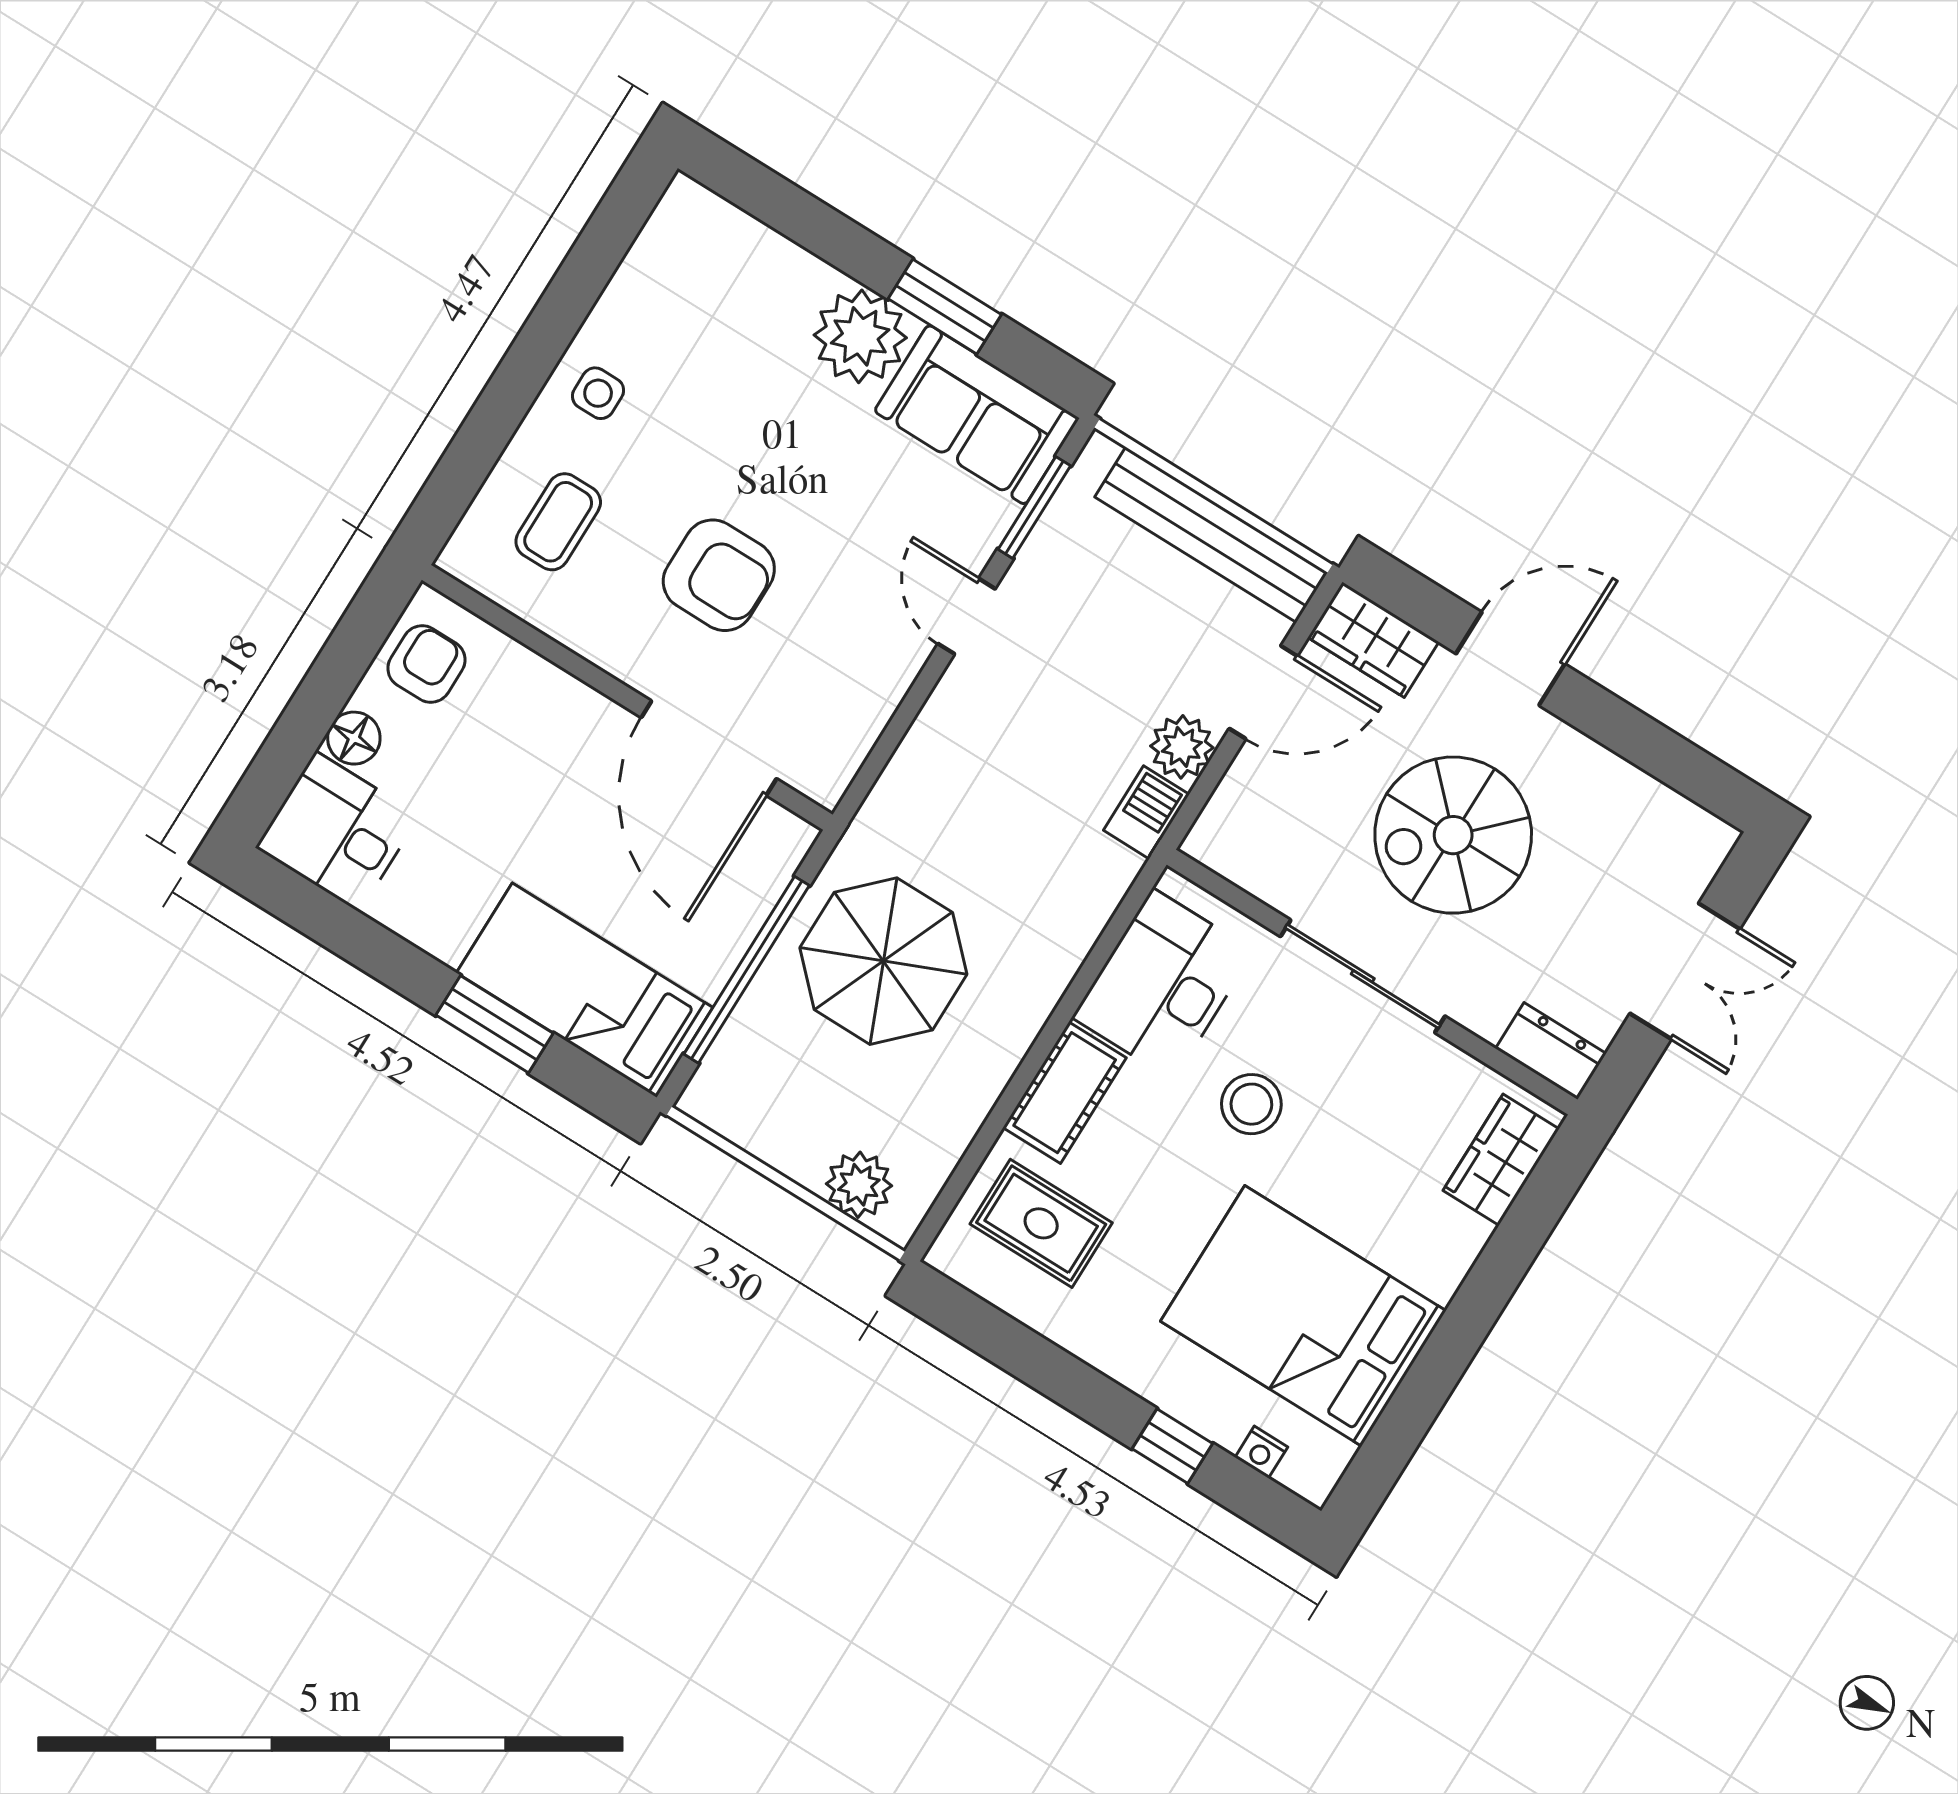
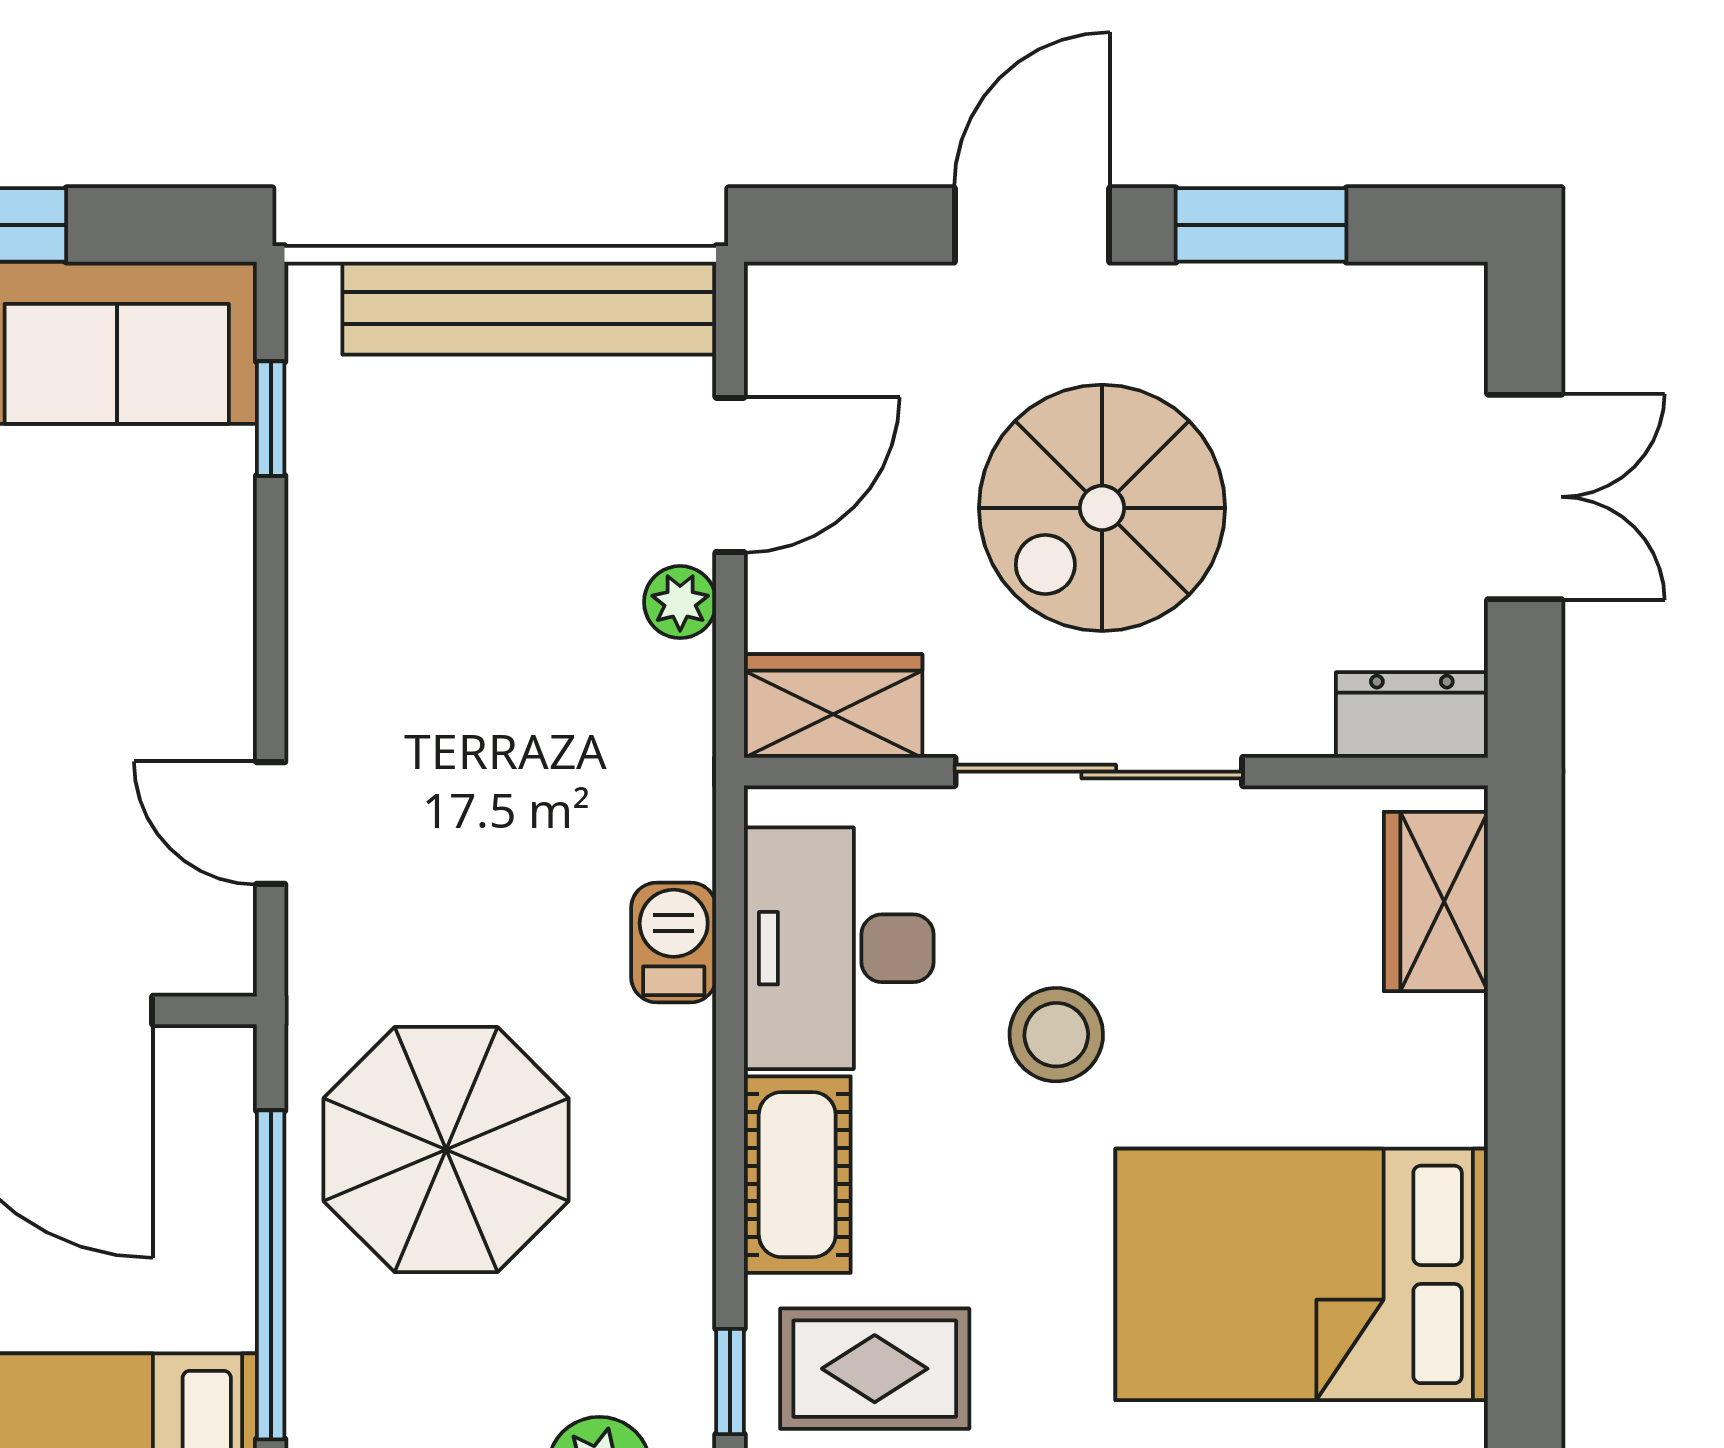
window: (1034, 507) -> (271, 419), width x0.67
door: (967, 616) -> (271, 823), moved
wardrobe: (1373, 640) -> (833, 706), moved, turned 180
window: (1634, 736) -> (1261, 225), added
plant: (1182, 747) -> (680, 602), width x0.73, depth x0.73
barbecue: (1146, 812) -> (674, 942), moved
window: (959, 1182) -> (730, 1382), added

